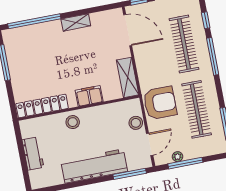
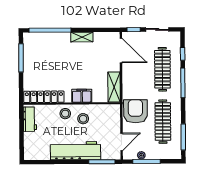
armchair: (160, 103) -> (135, 111), turned -90
stool: (136, 123) -> (83, 119), moved
workbench: (33, 153) -> (30, 119), moved

